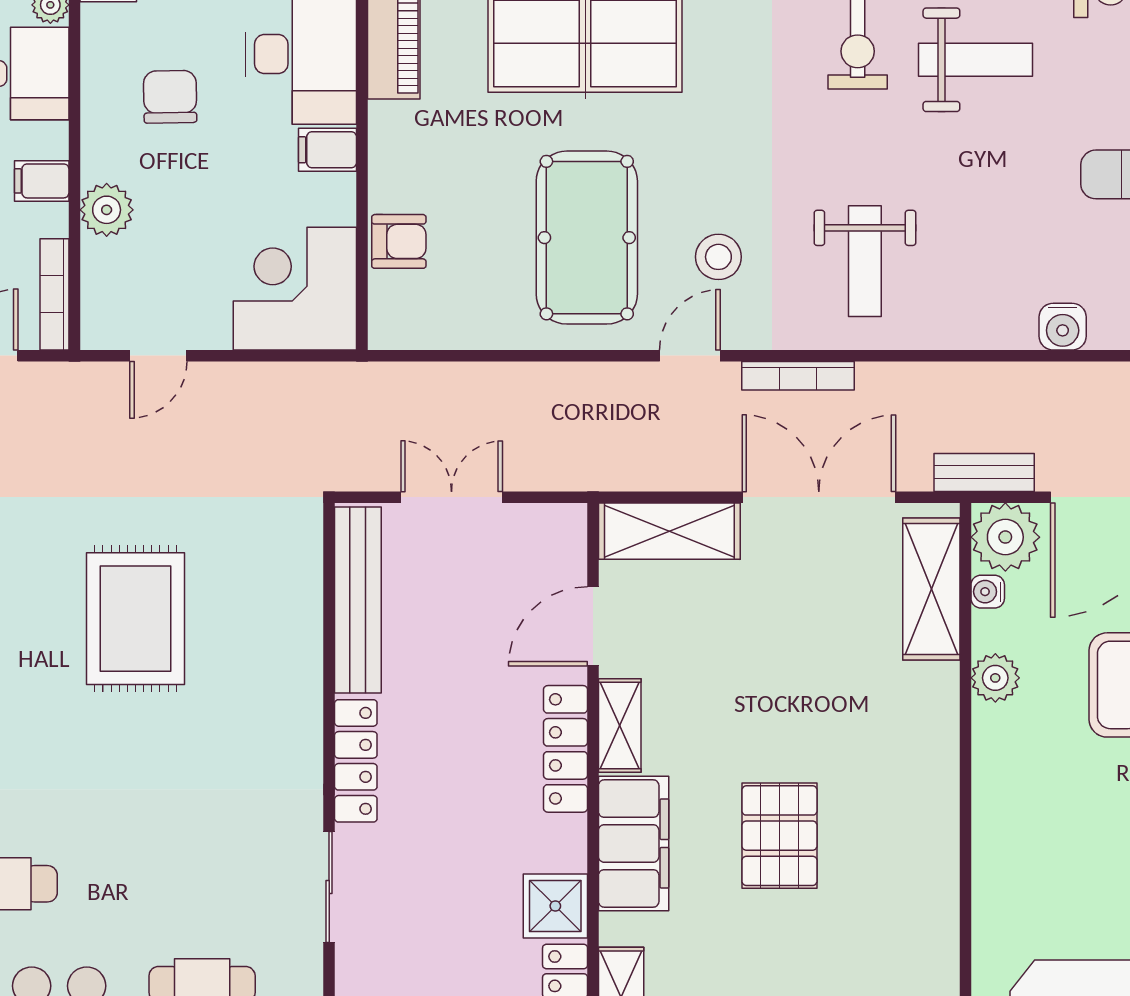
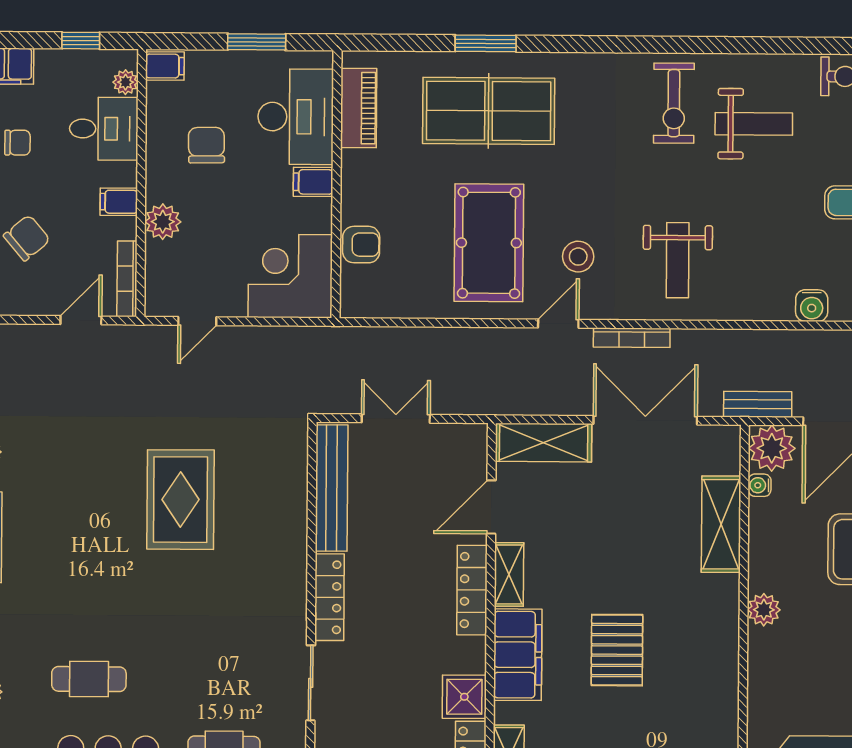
shelving: (931, 589) -> (721, 524), moved
plant: (995, 678) -> (764, 610), moved

